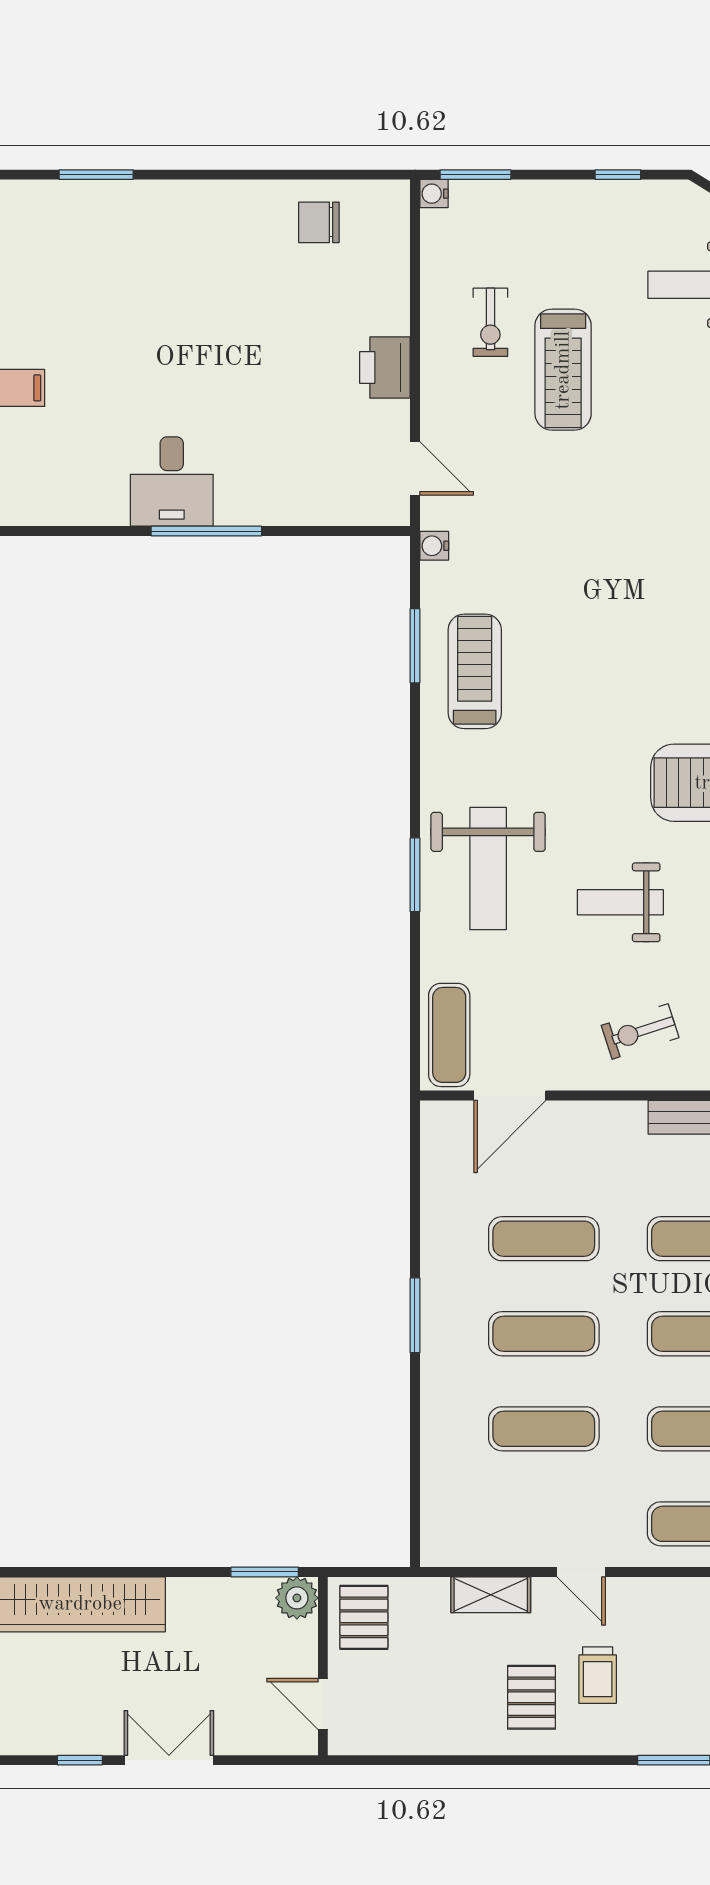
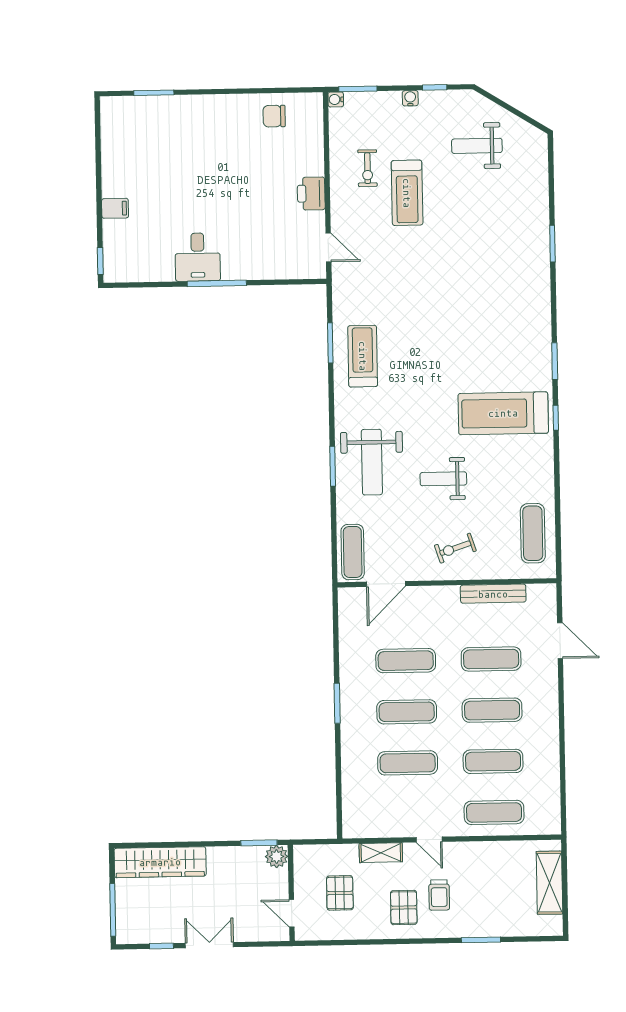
water cooler: (434, 546) -> (410, 98), moved, turned 90
pallet: (364, 1617) -> (340, 893), moved

